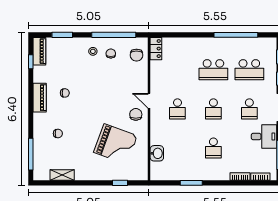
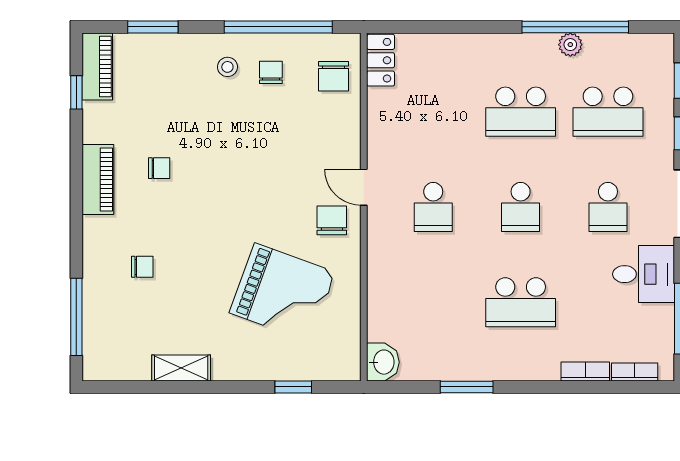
plant: (234, 42) -> (570, 45), added
school desk: (213, 148) -> (521, 302), width x1.85
washbasin: (157, 153) -> (383, 362), moved
shelving: (62, 175) -> (181, 368), moved

